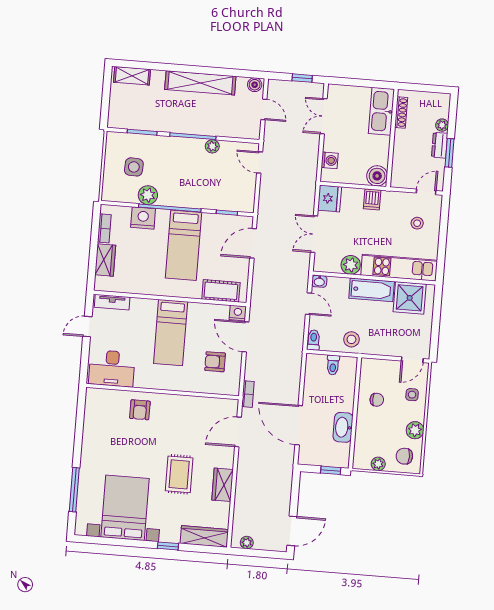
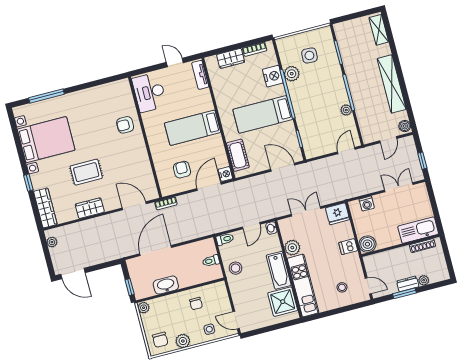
chair: (404, 456) -> (160, 340), turned 180
plant: (378, 464) -> (144, 308), moved

